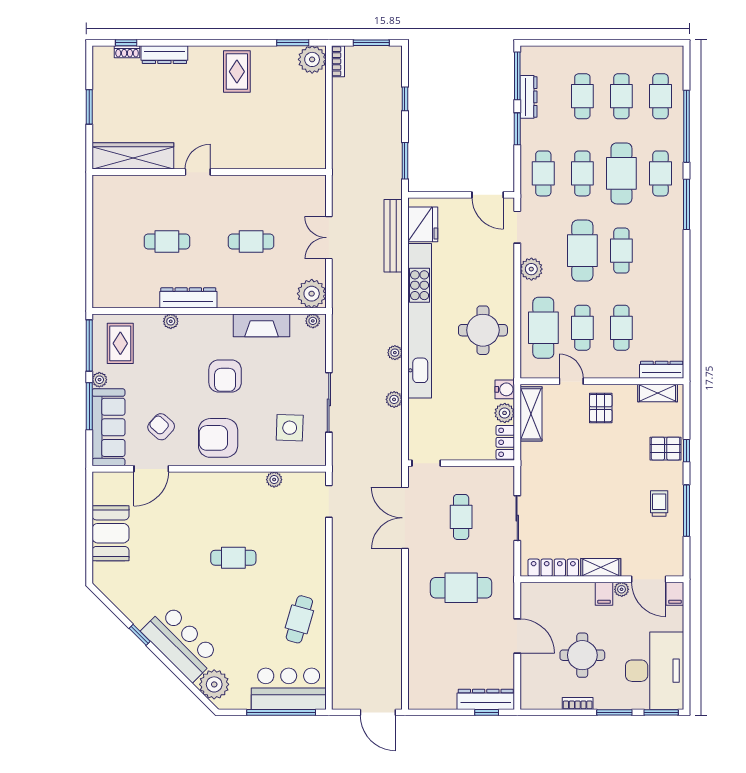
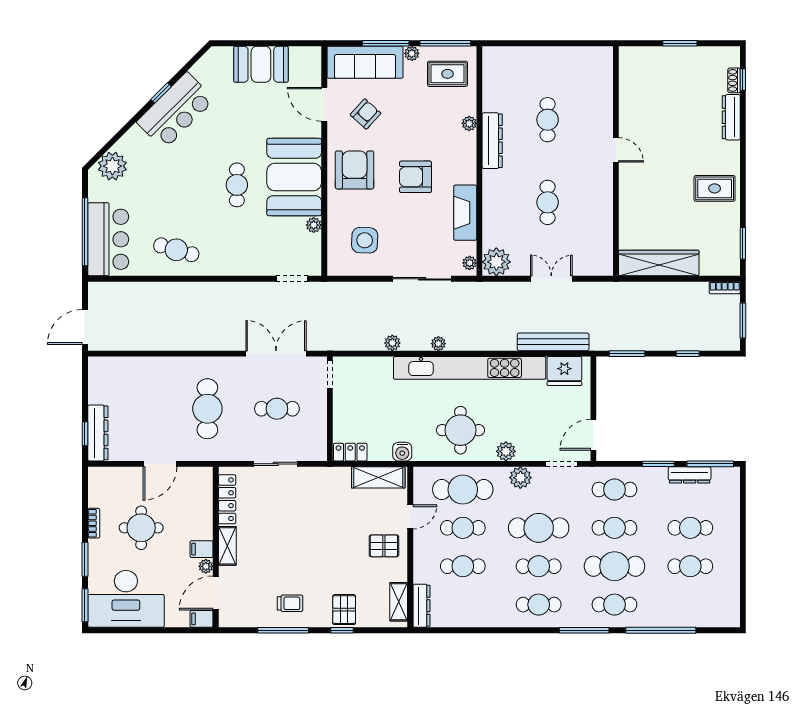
plant: (312, 59) -> (726, 262), removed
cafe table: (660, 96) -> (539, 605), moved
wardrobe: (133, 156) -> (659, 263), moved, turned -90
sliding door: (329, 402) -> (422, 279), moved
plant: (505, 413) -> (506, 451), moved
booth: (225, 499) -> (294, 177), added
bar counter: (181, 643) -> (176, 111), moved

